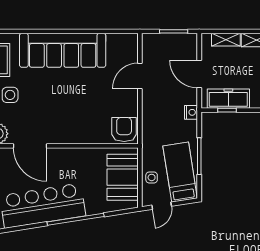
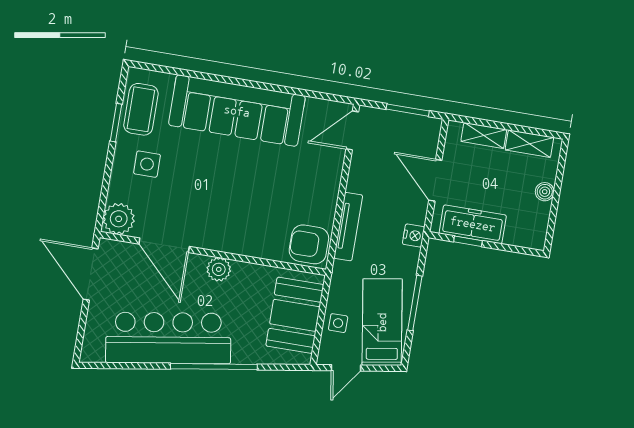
door: (140, 76) -> (352, 130), moved
tv unit: (148, 114) -> (348, 227), added
armchair: (124, 129) -> (309, 244), turned -90
plant: (68, 156) -> (219, 269), added

